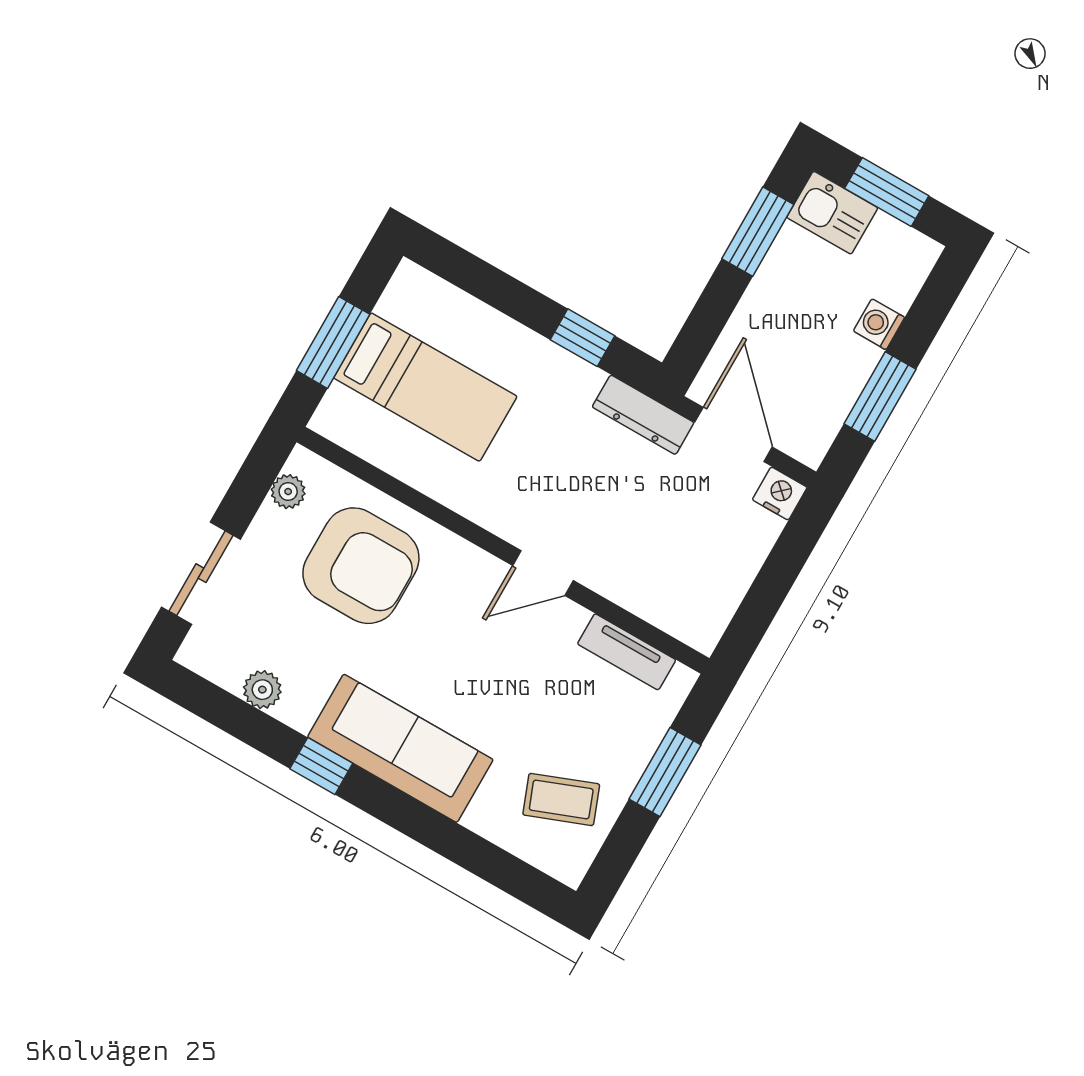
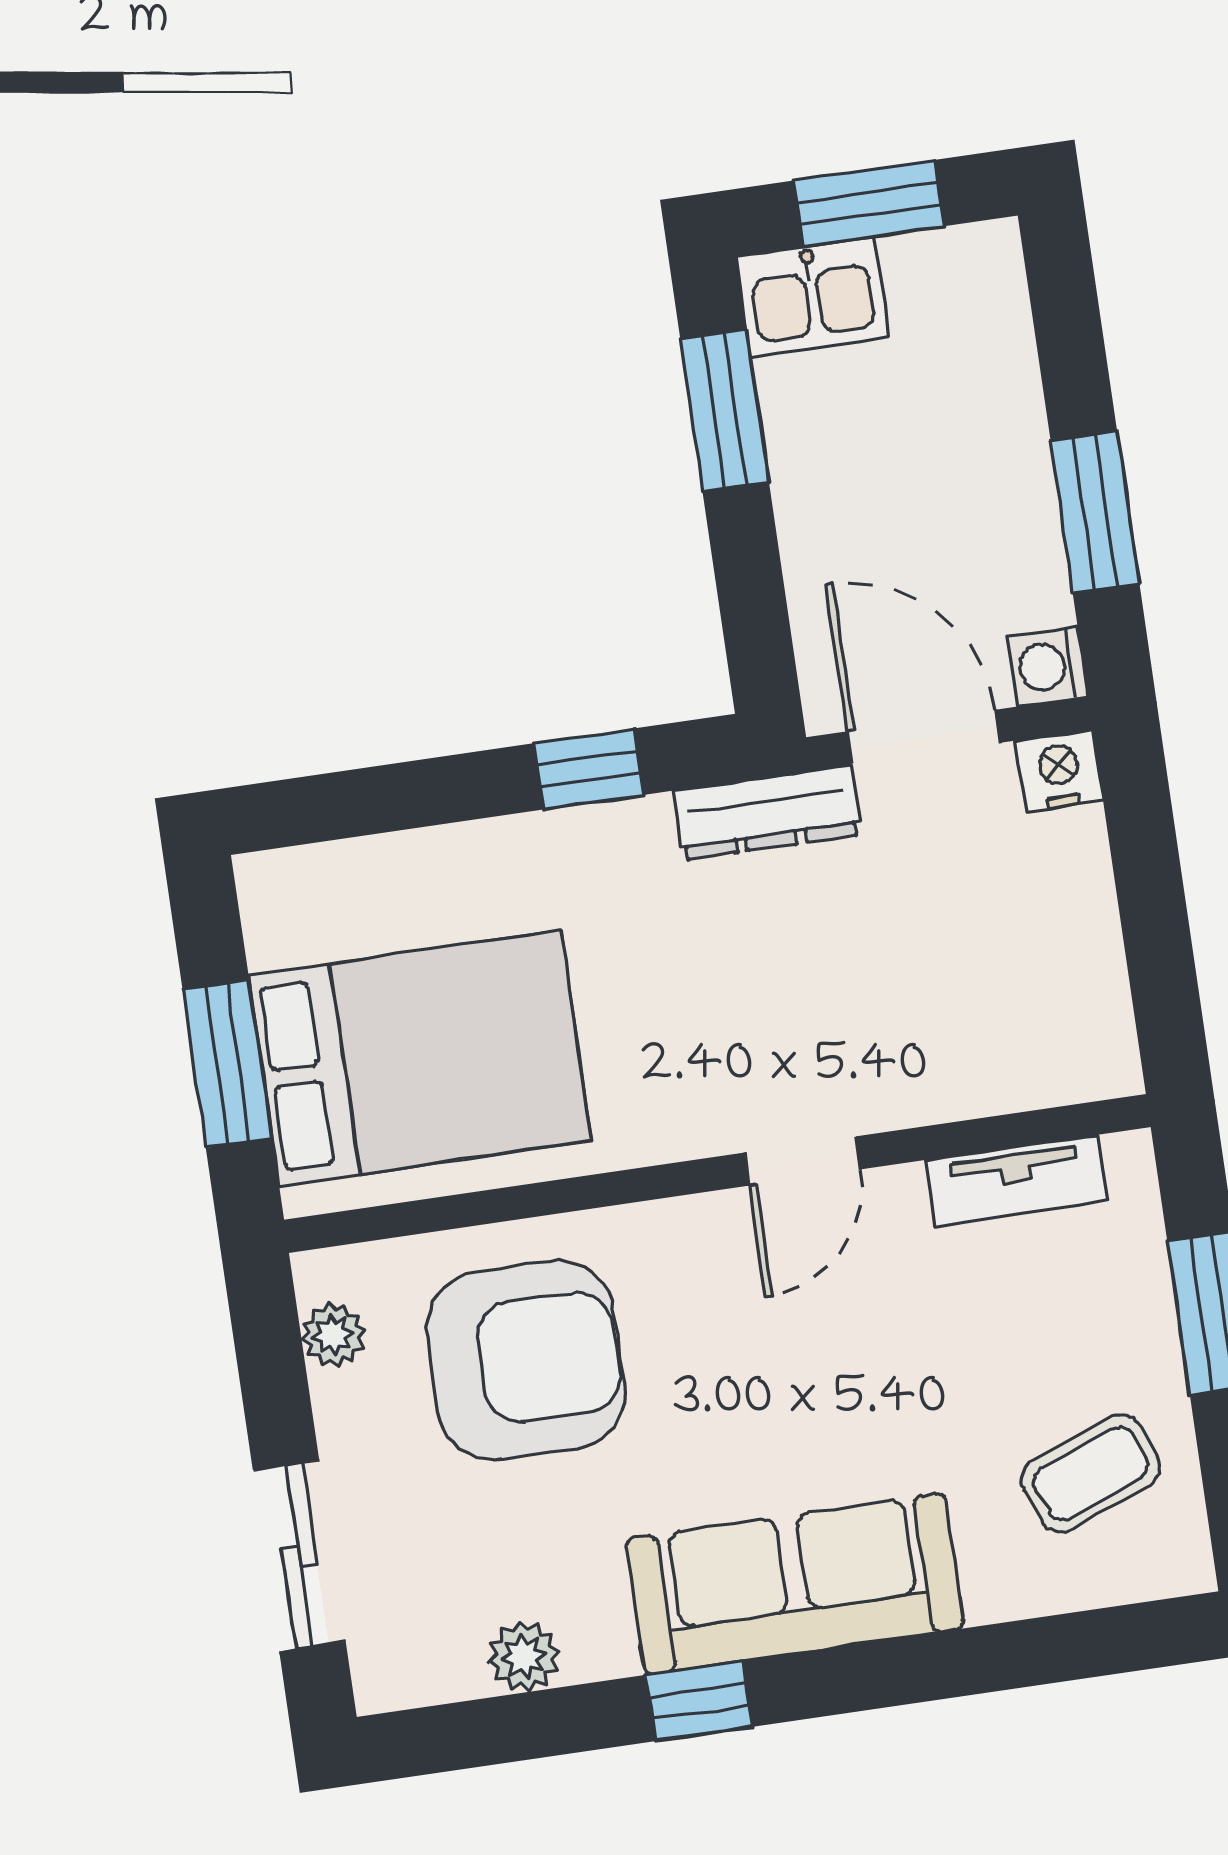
washing machine: (879, 324) -> (1048, 666), moved
bed: (425, 387) -> (420, 1058), width x1.50

